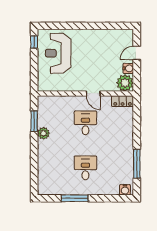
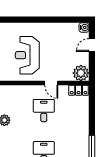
reception desk: (58, 53) -> (27, 55), moved
water cooler: (128, 68) -> (84, 28), moved

